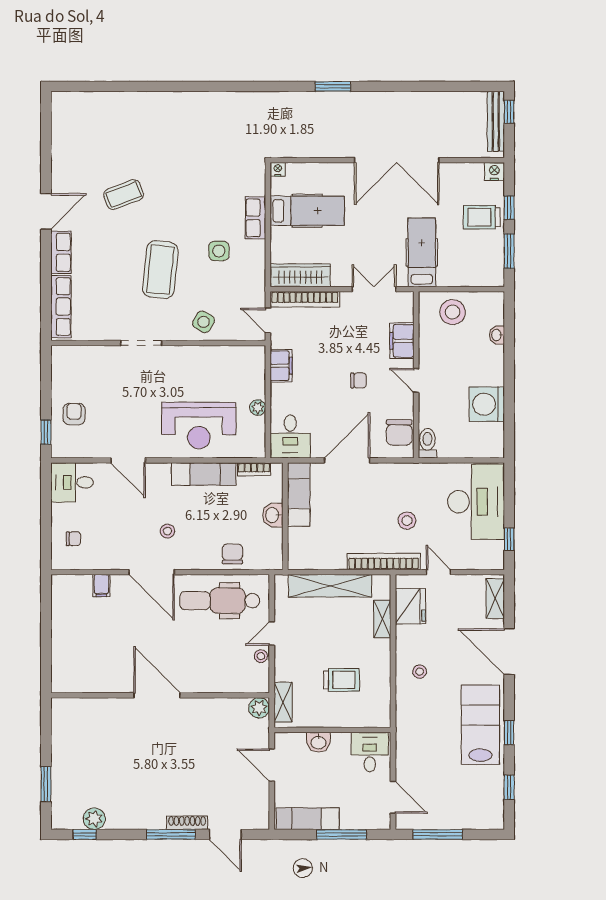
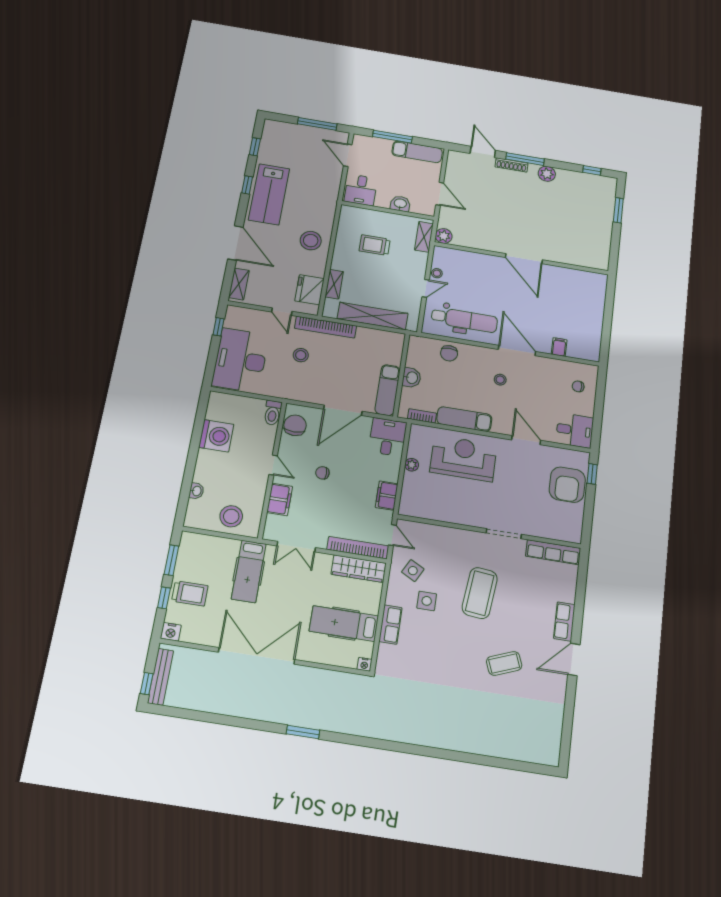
row of seats: (61, 307) -> (553, 552), moved, turned -90
side table: (204, 322) -> (413, 571), moved
armchair: (74, 414) -> (567, 485), width x1.88, depth x1.88
stool: (420, 672) -> (311, 241), width x1.89, depth x1.89
plant: (94, 819) -> (547, 174), moved

